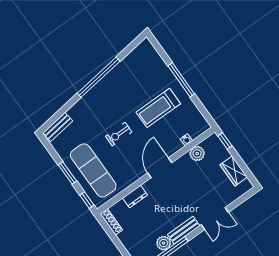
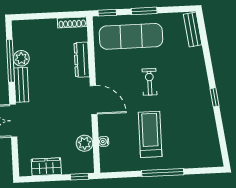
window: (99, 77) -> (214, 97), width x0.32
dresser: (135, 196) -> (82, 60), width x1.44

